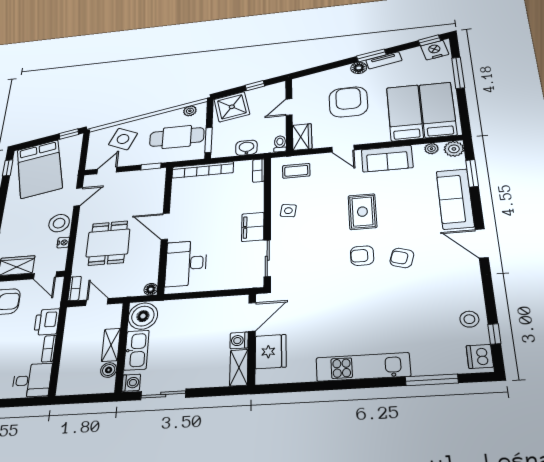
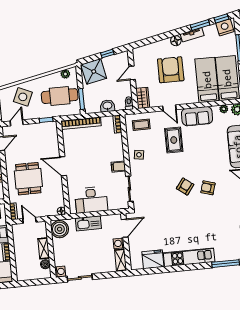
window: (371, 55) -> (200, 25), moved
rug: (362, 212) -> (174, 140), moved
filing cabinet: (253, 227) -> (118, 167), width x0.50
armchair: (362, 256) -> (185, 186), turned 127
desk: (186, 263) -> (91, 200), moved, turned -90
kitchen sink: (136, 350) -> (88, 223), moved, turned 90
fridge: (271, 352) -> (153, 259), moved, turned -90

